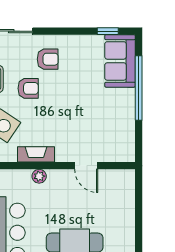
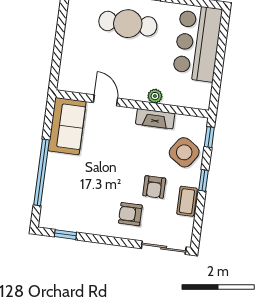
sofa: (120, 61) -> (67, 126), moved
armchair: (28, 88) -> (154, 187), turned -90

